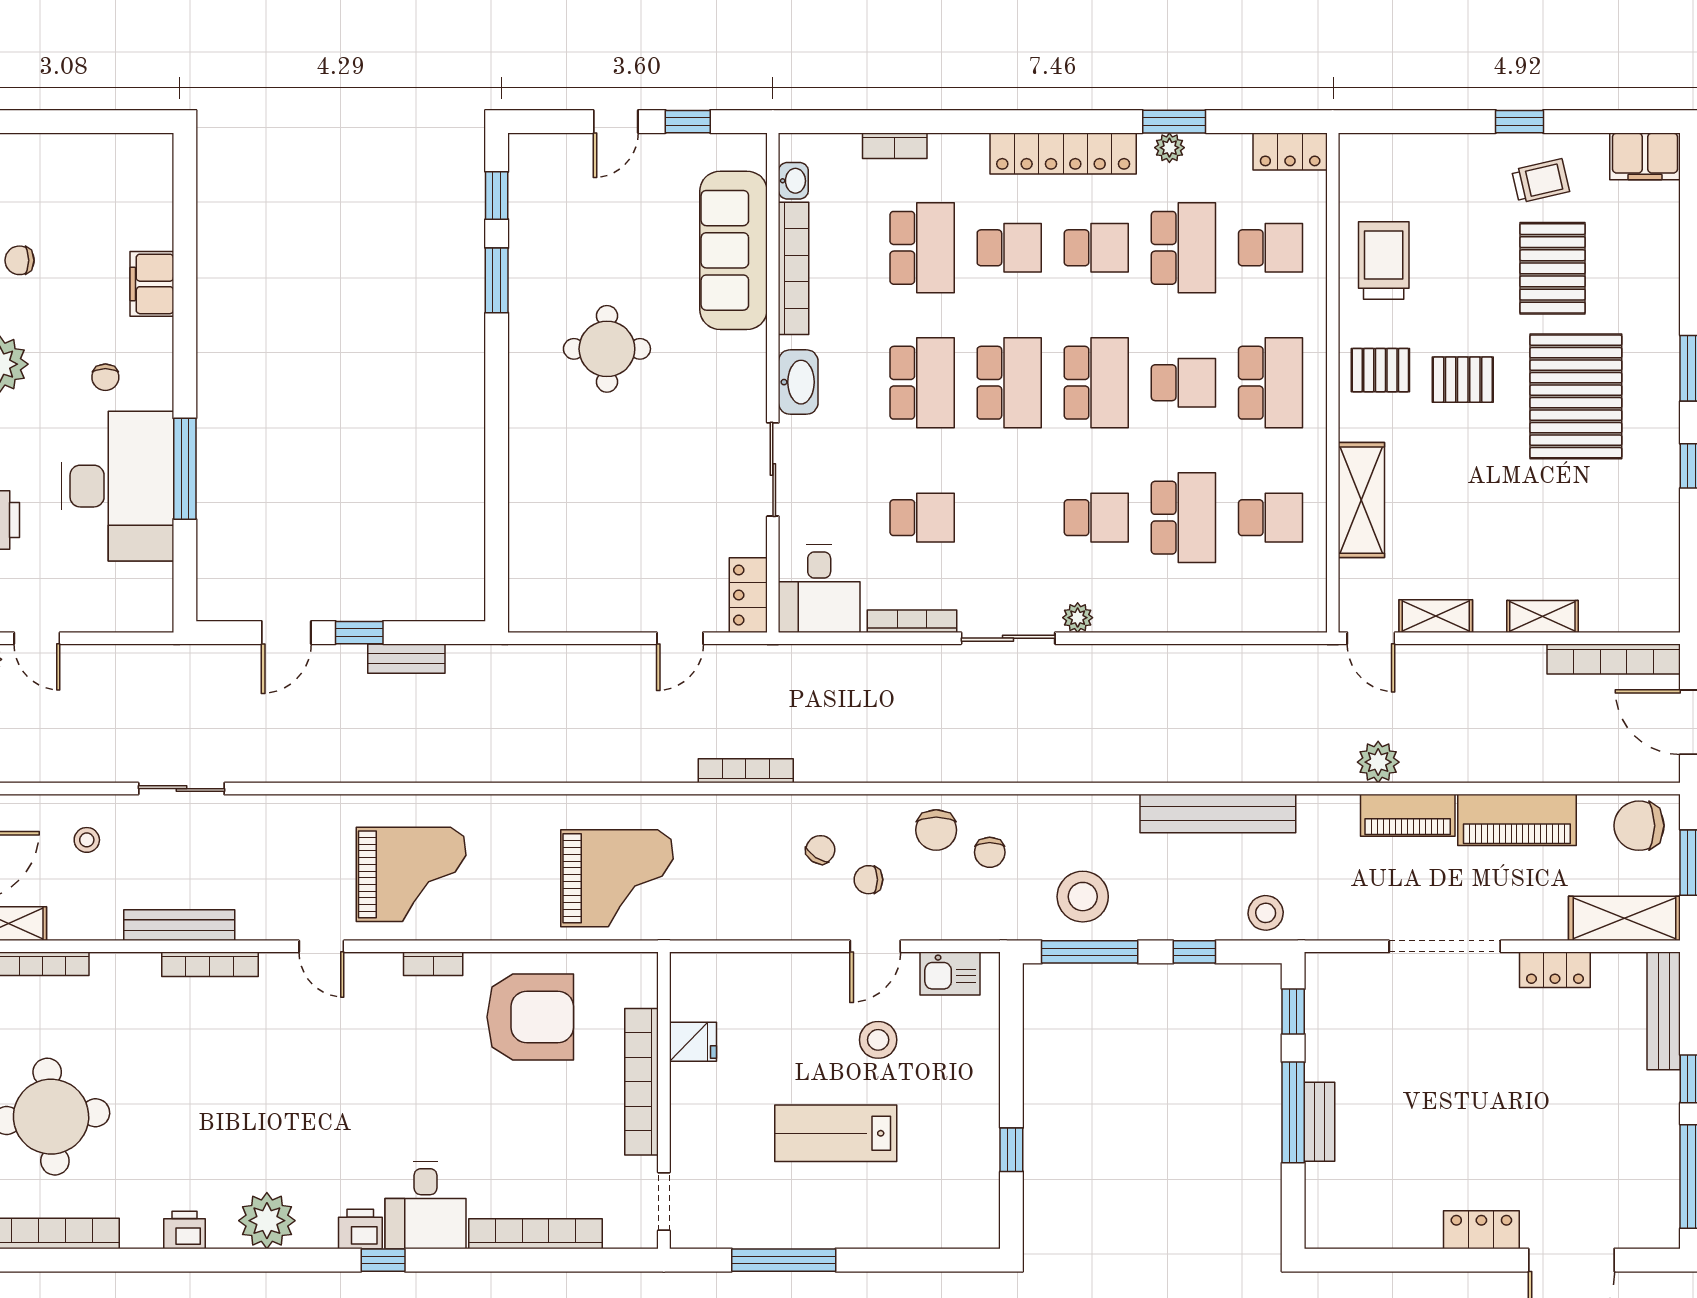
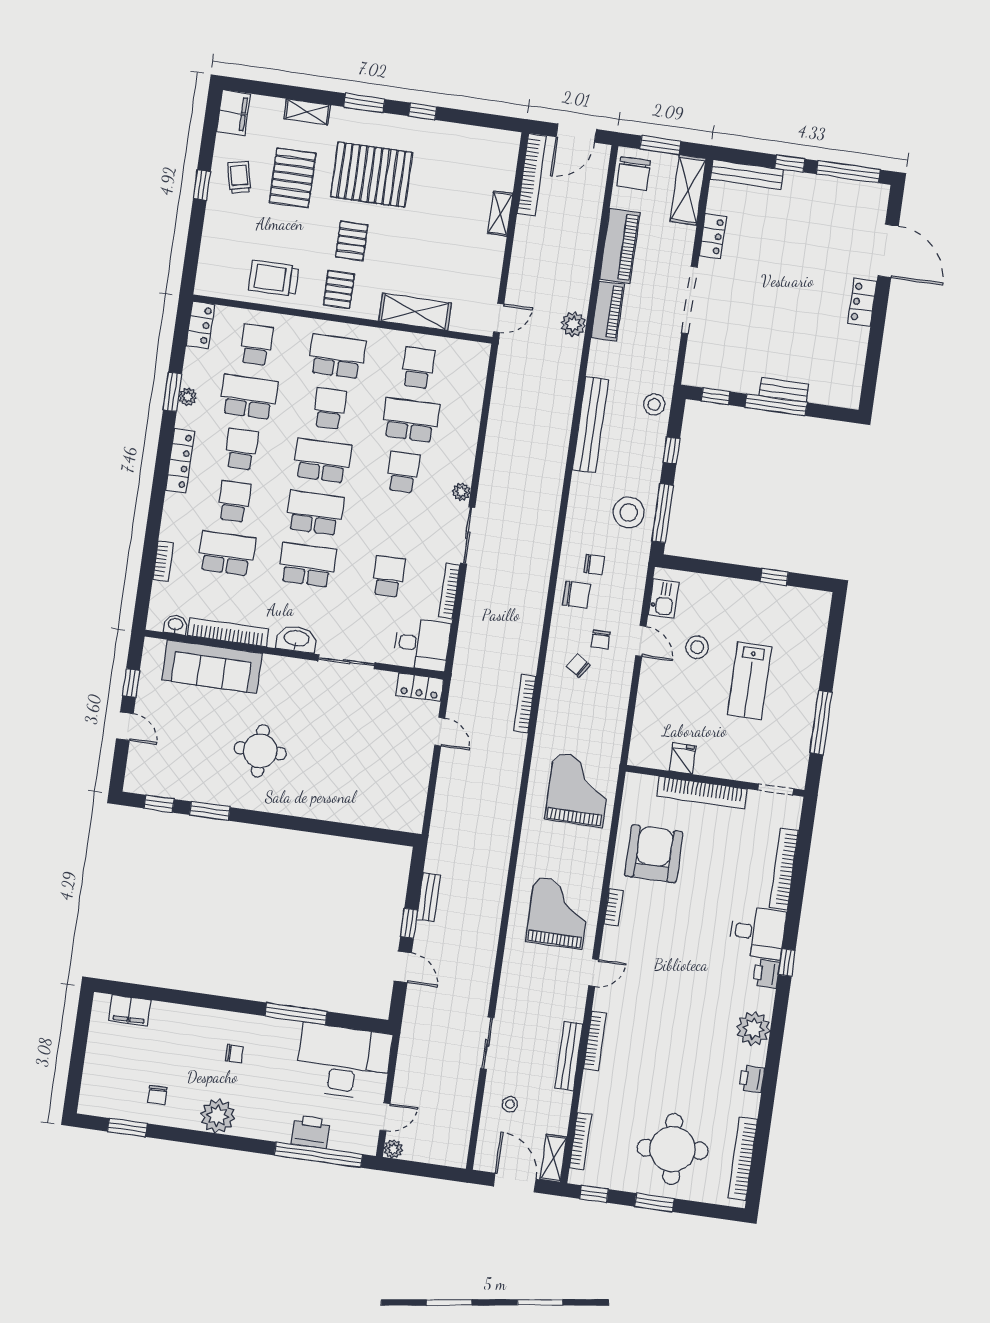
locker: (1063, 154) -> (180, 461), width x0.71, depth x0.83
pallet: (1553, 268) -> (293, 178), turned 90
filing cabinet: (152, 284) -> (130, 1010), moved
desk: (117, 486) -> (343, 1062), moved
shelving: (1436, 616) -> (307, 112), moved, turned 90

